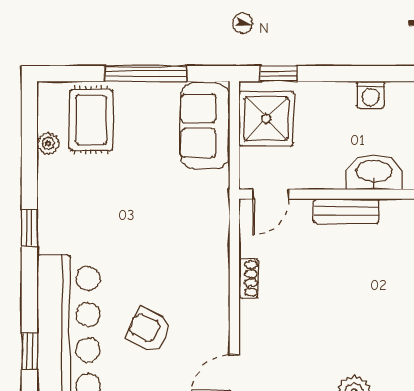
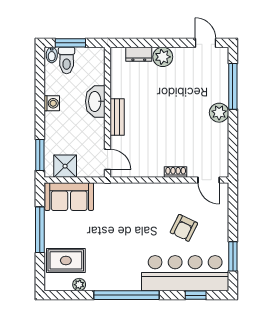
window: (279, 74) -> (40, 155), width x1.50
shower: (266, 119) -> (65, 166), width x0.73, depth x0.73
window: (29, 228) -> (127, 295), width x3.17
shoe rack: (248, 278) -> (176, 172), moved

